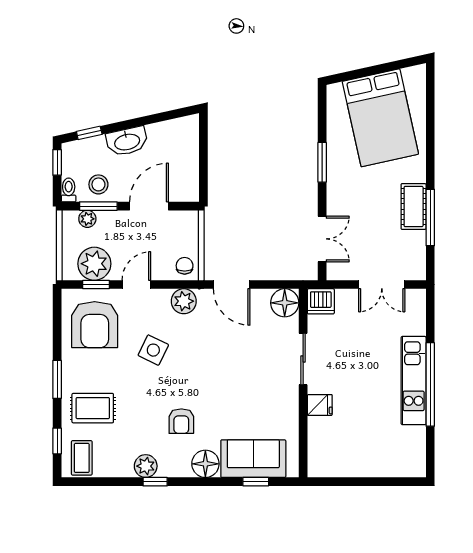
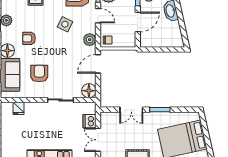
door: (149, 206) -> (138, 22), hinge flipped
double door: (322, 239) -> (131, 110), moved
dishwasher: (321, 301) -> (90, 121), moved
armchair: (251, 401) -> (39, 74), added
fridge: (320, 405) -> (18, 108), moved

